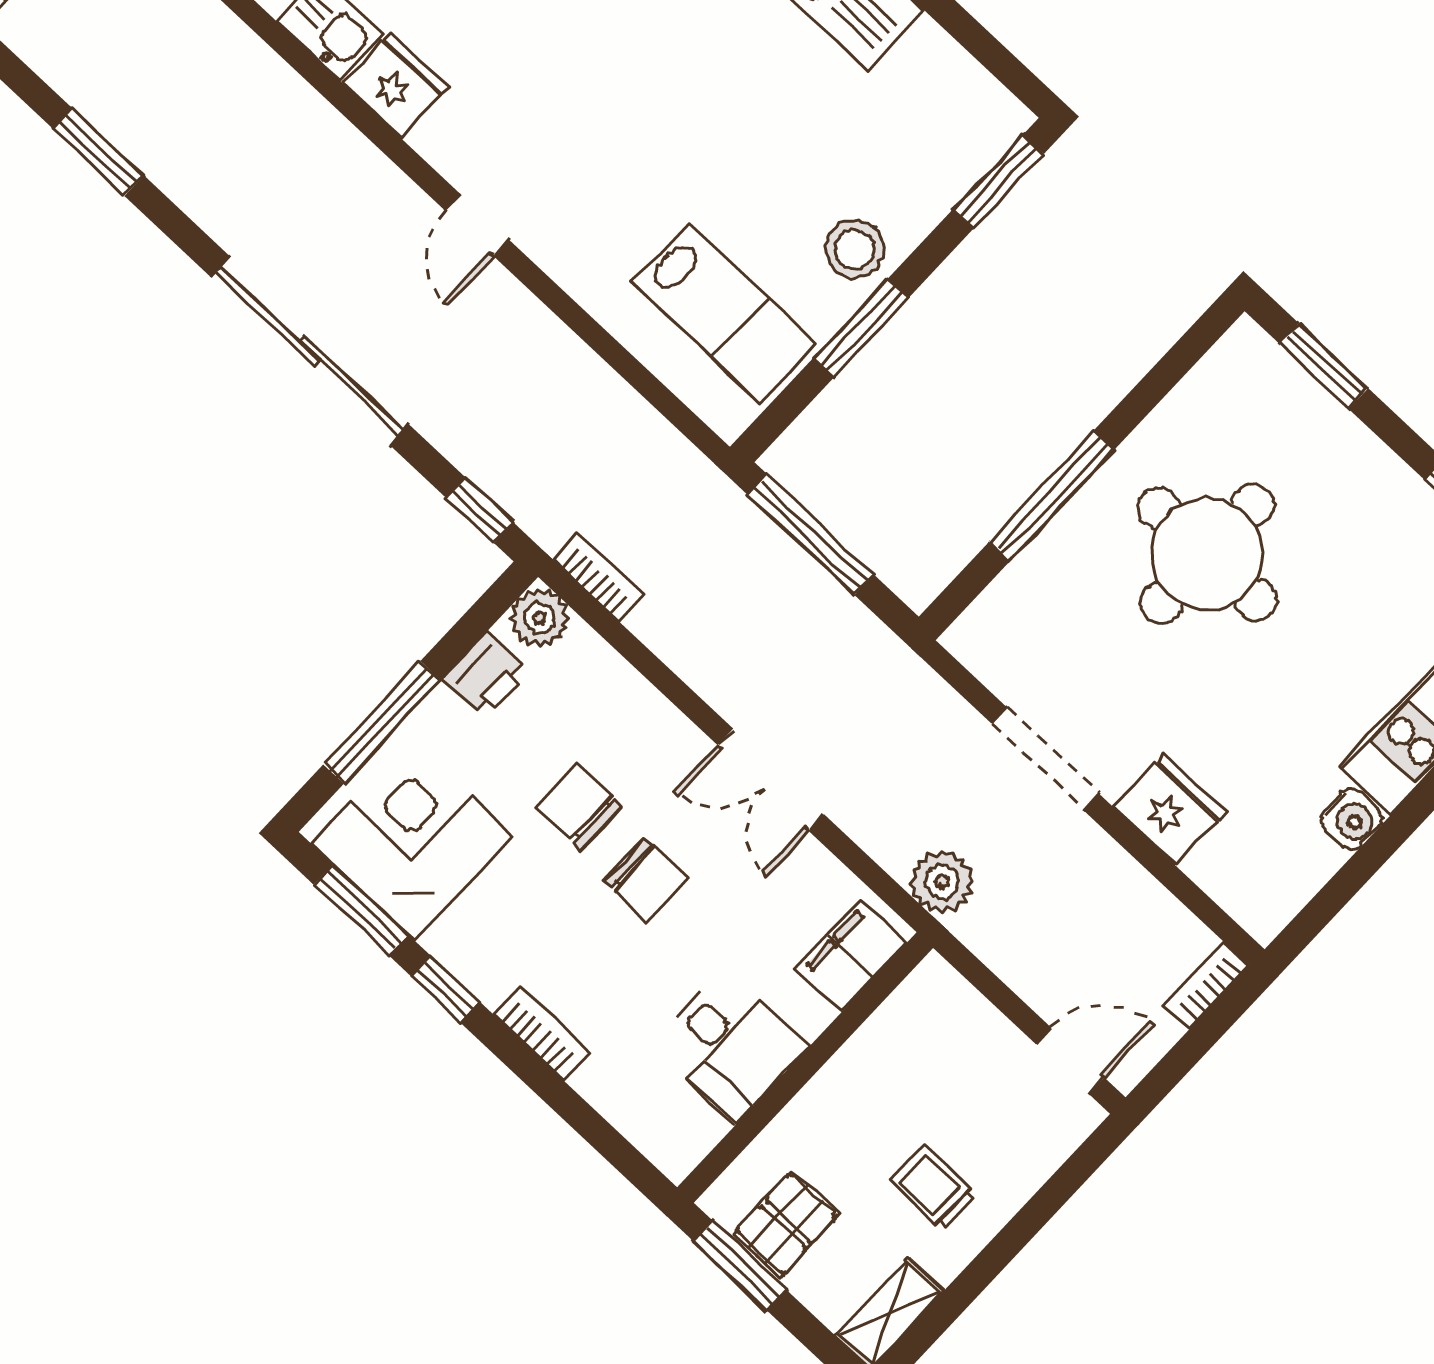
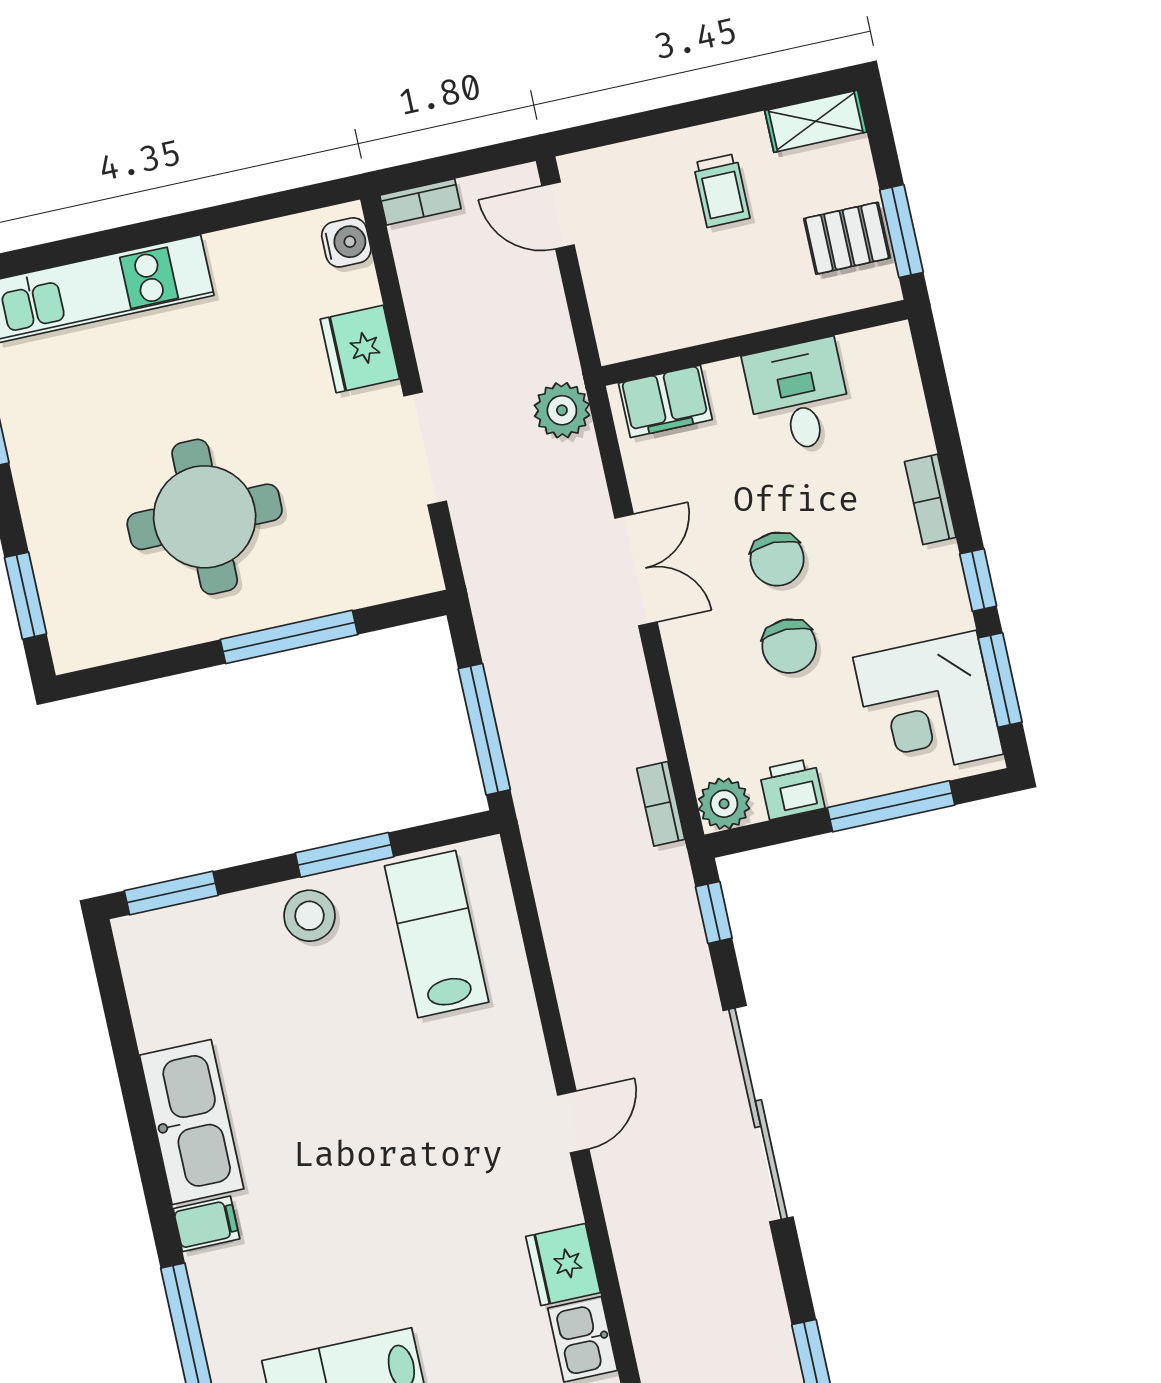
water cooler: (1352, 819) -> (346, 242), moved, turned 90
chair: (646, 880) -> (777, 559), turned 180

